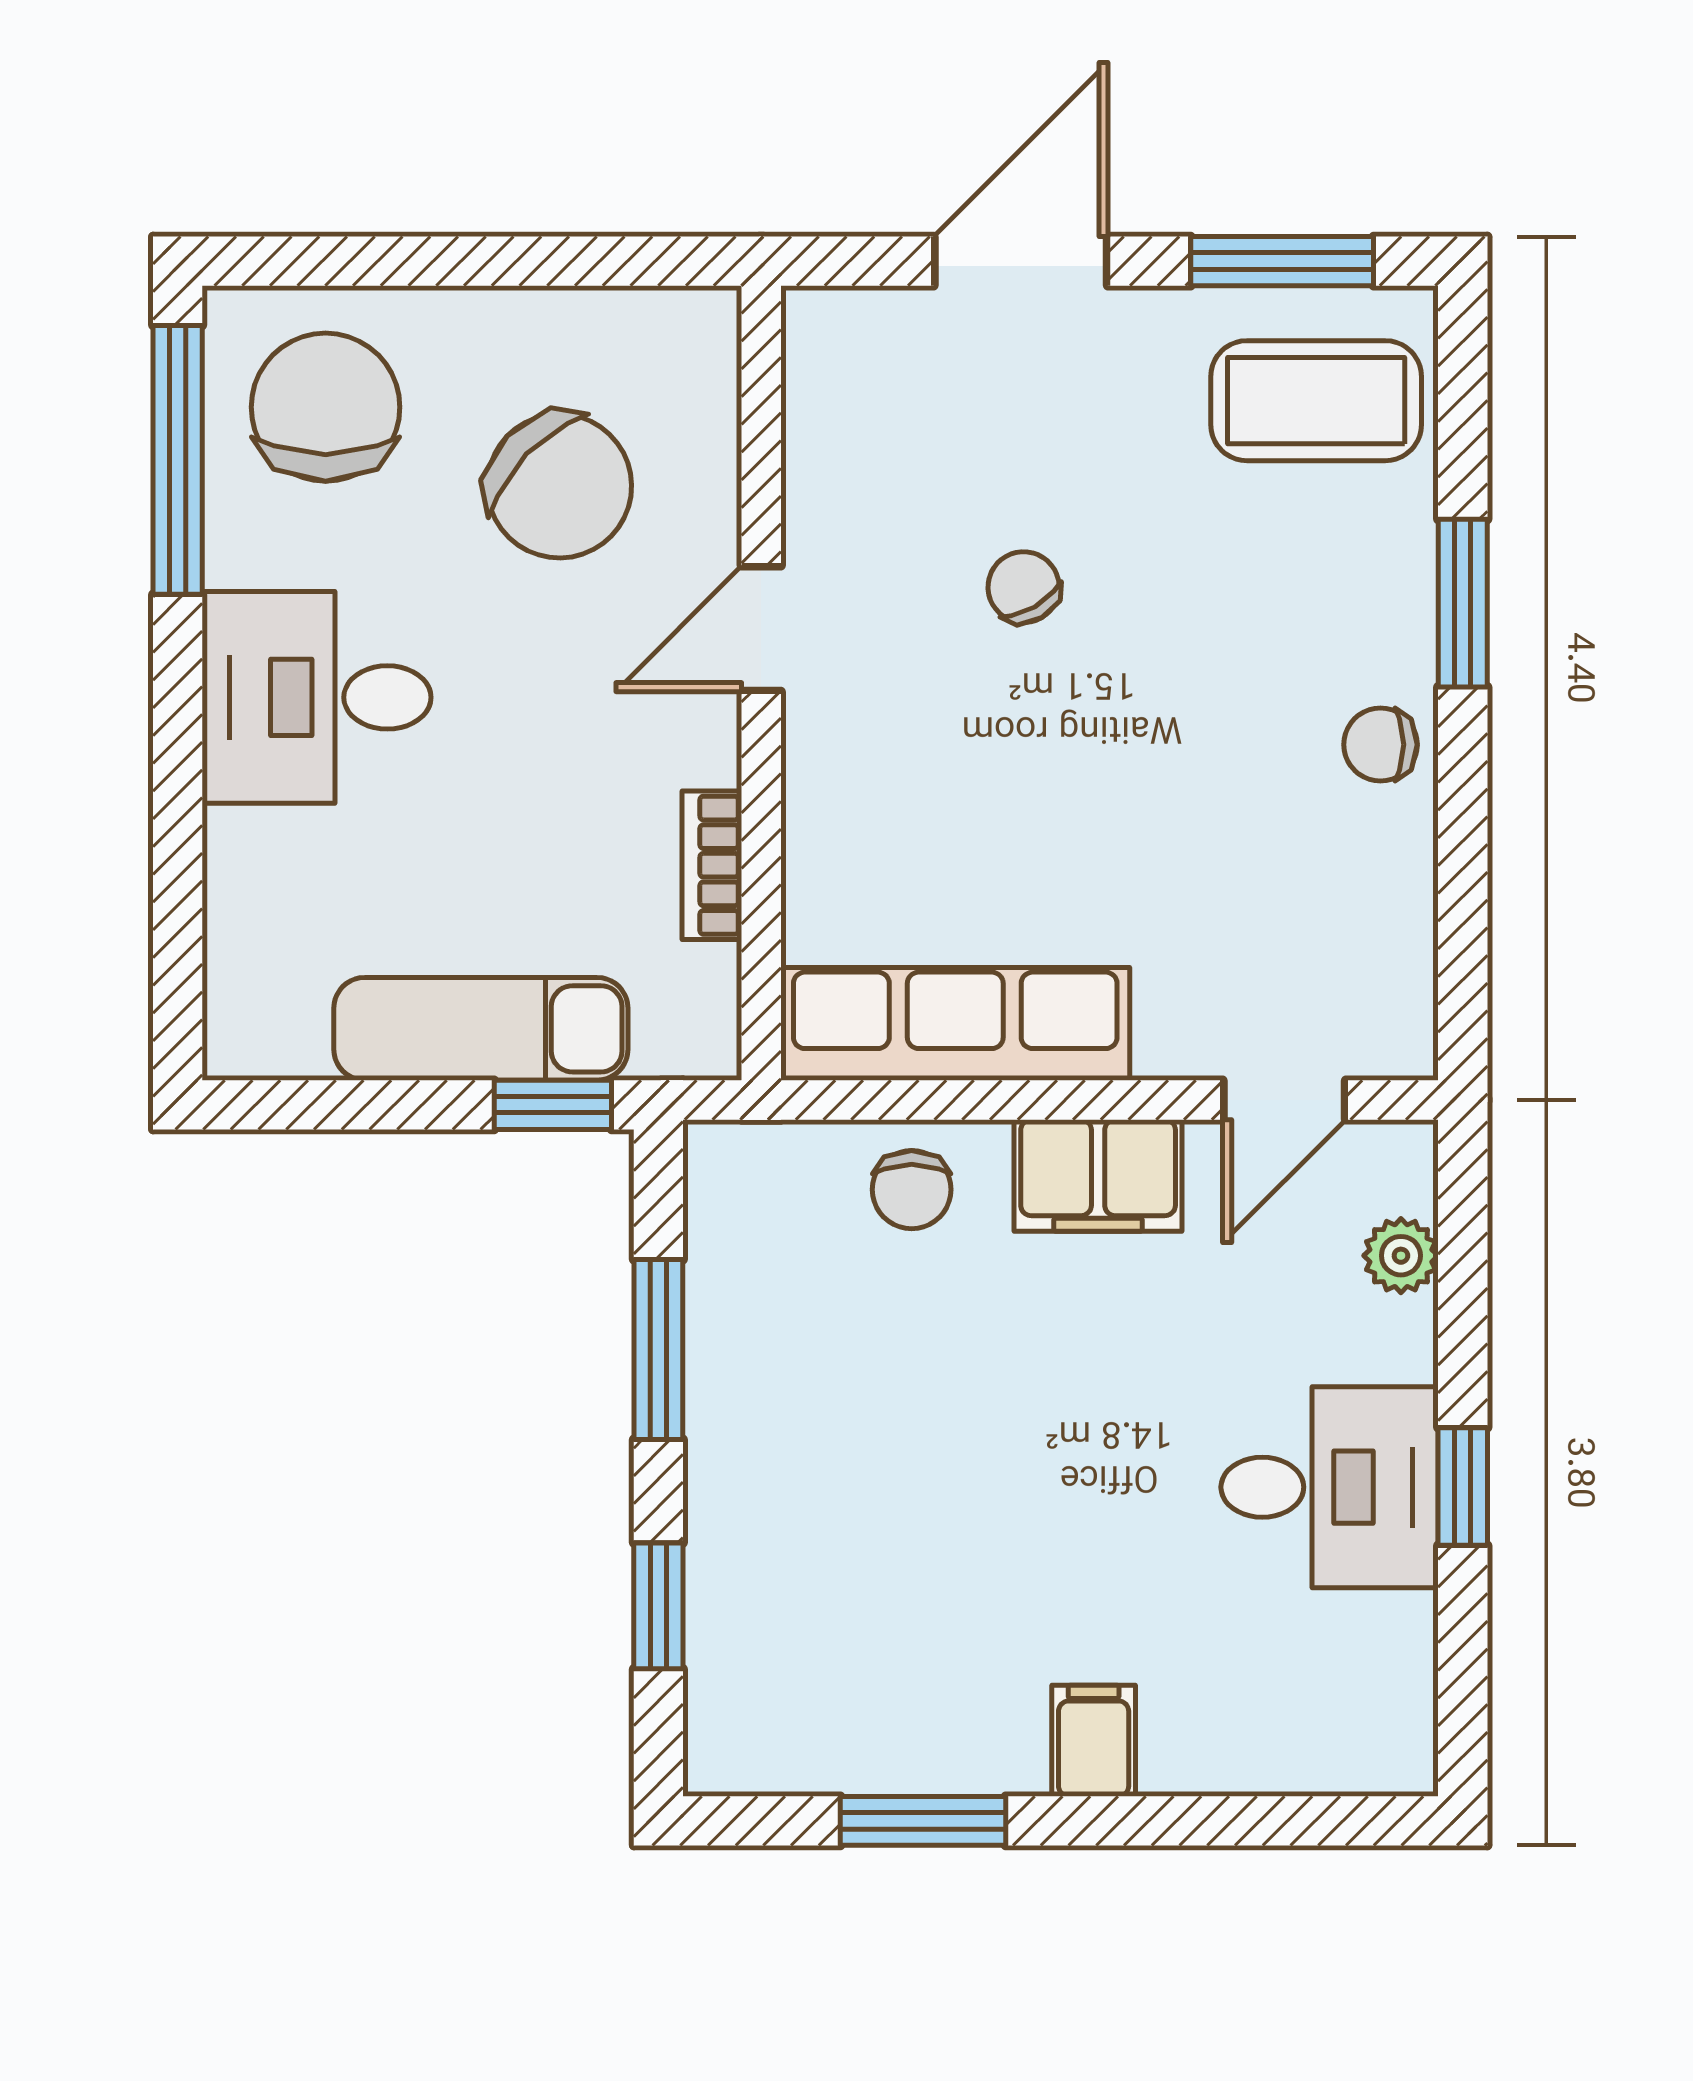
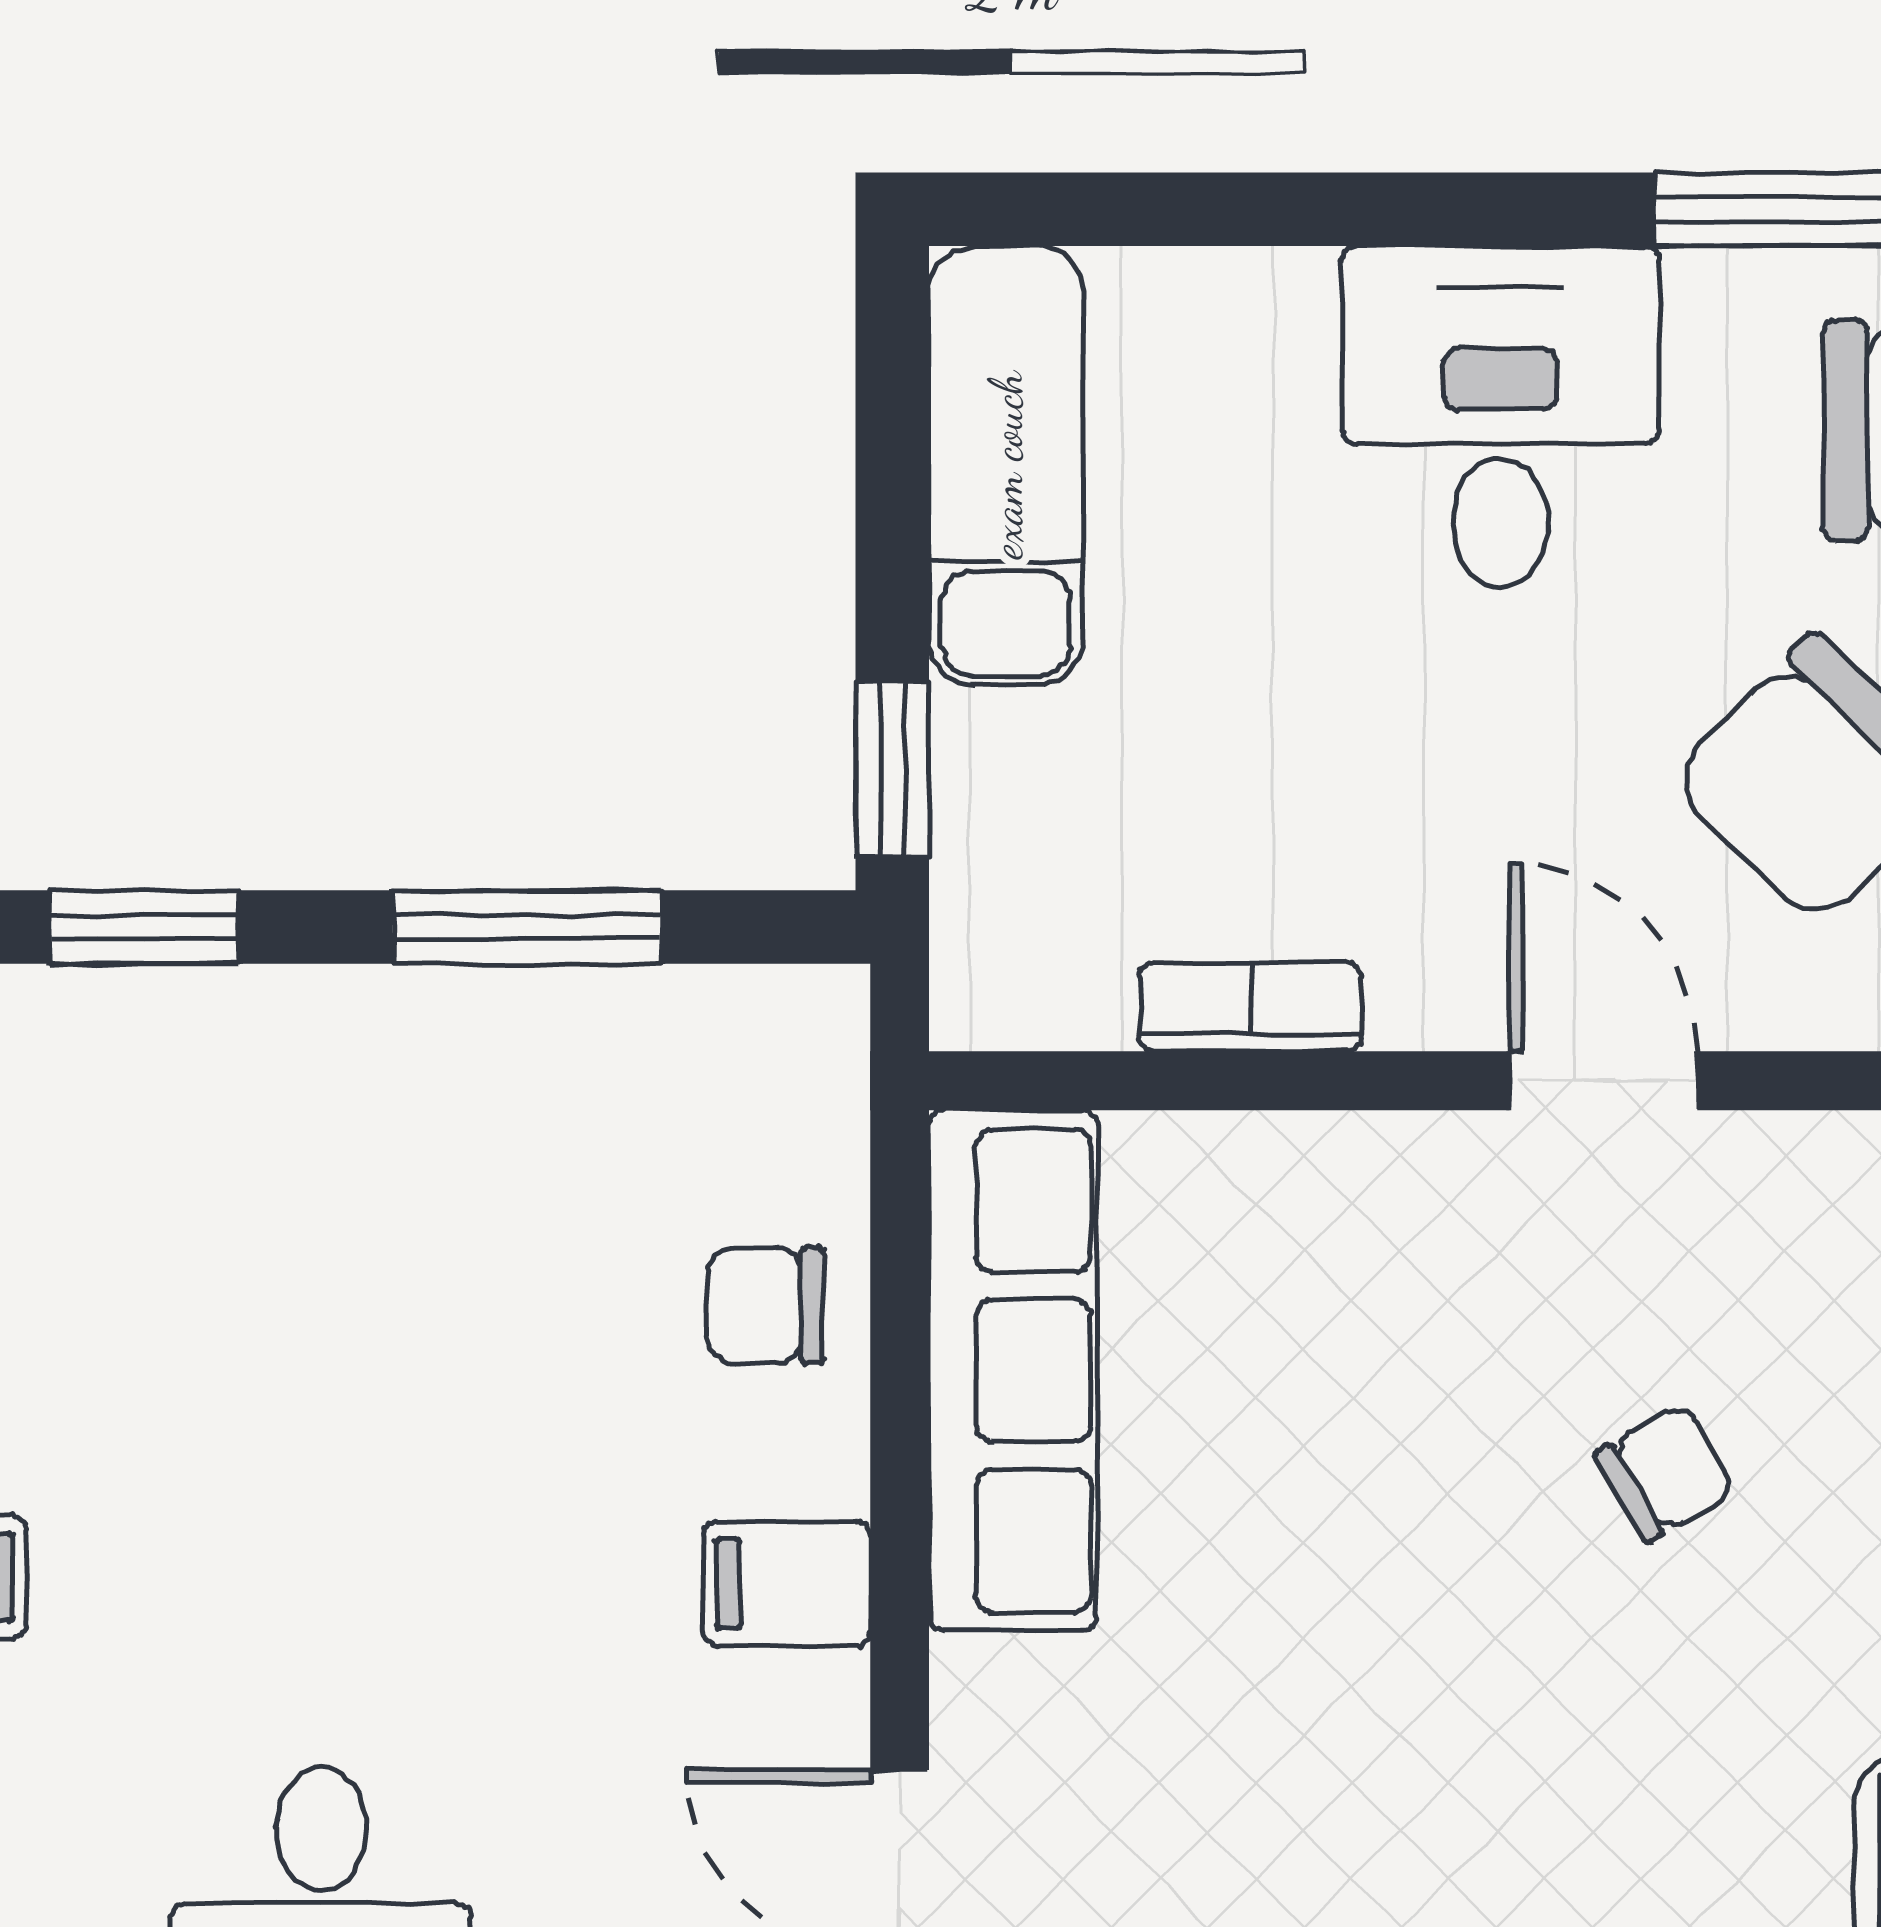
exam couch: (481, 1029) -> (1006, 465), moved
filing cabinet: (1098, 1175) -> (787, 1584), width x0.50

